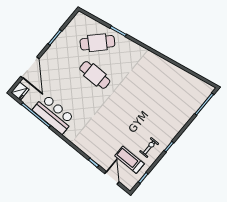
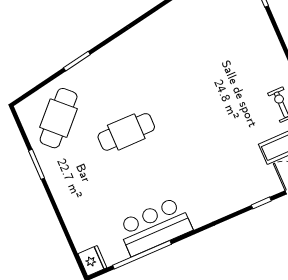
cafe table: (97, 43) -> (59, 118), moved
door: (30, 67) -> (64, 227), removed

